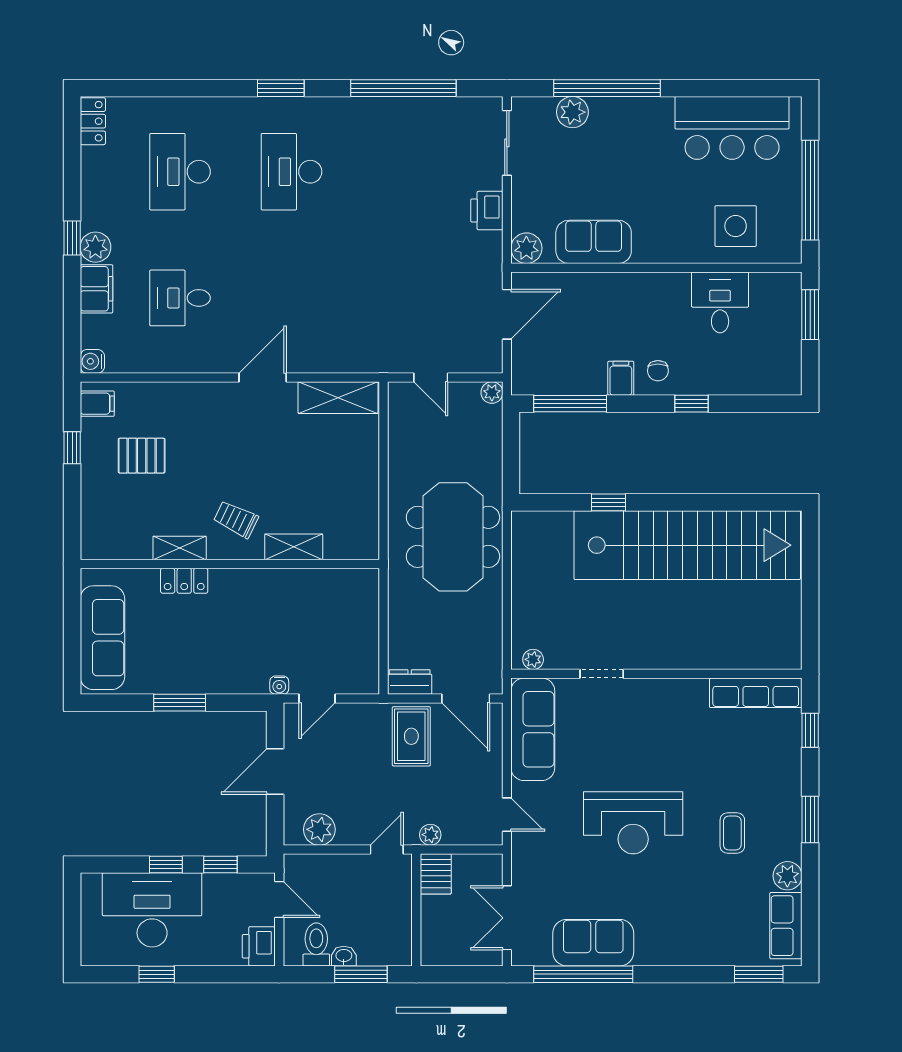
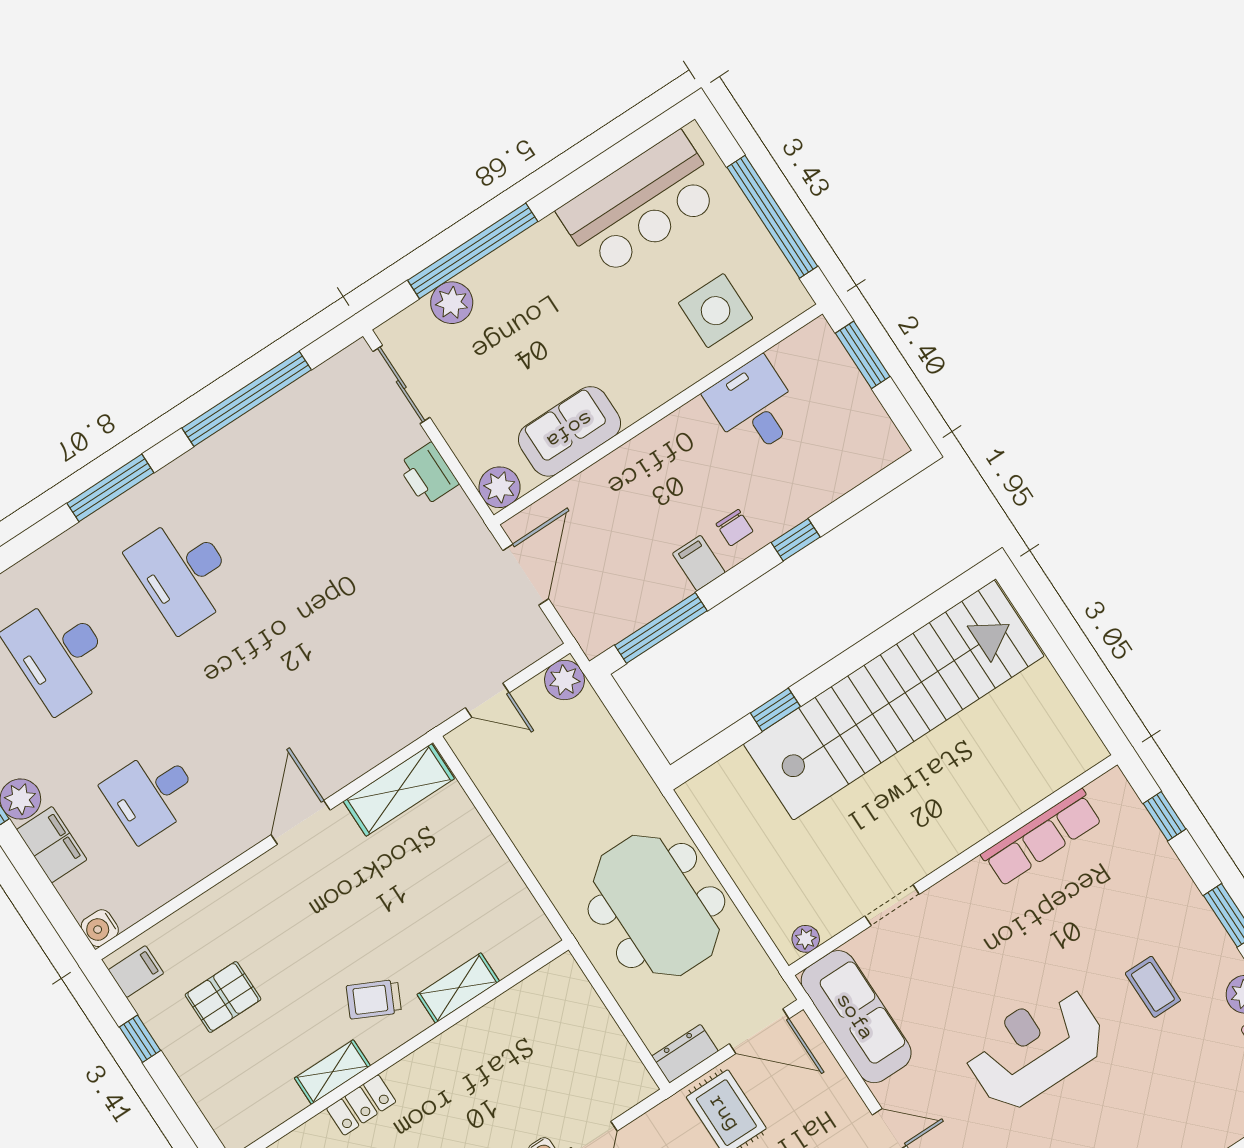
window: (281, 88) -> (110, 488), width x1.44
plant: (492, 393) -> (564, 680), width x1.38, depth x1.38
meeting table: (453, 537) -> (656, 906), moved
row of seats: (756, 693) -> (1042, 837), moved
reception desk: (633, 823) -> (1035, 1048), turned 180

